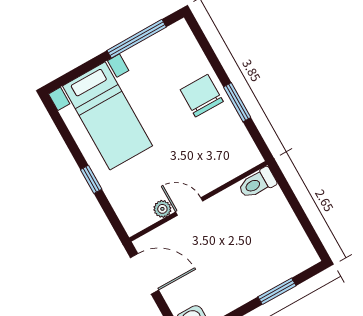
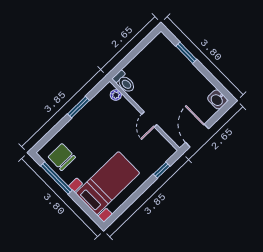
chair: (202, 96) -> (62, 157), moved, turned 90
window: (91, 179) -> (162, 170), moved
plant: (162, 209) -> (116, 95), moved

